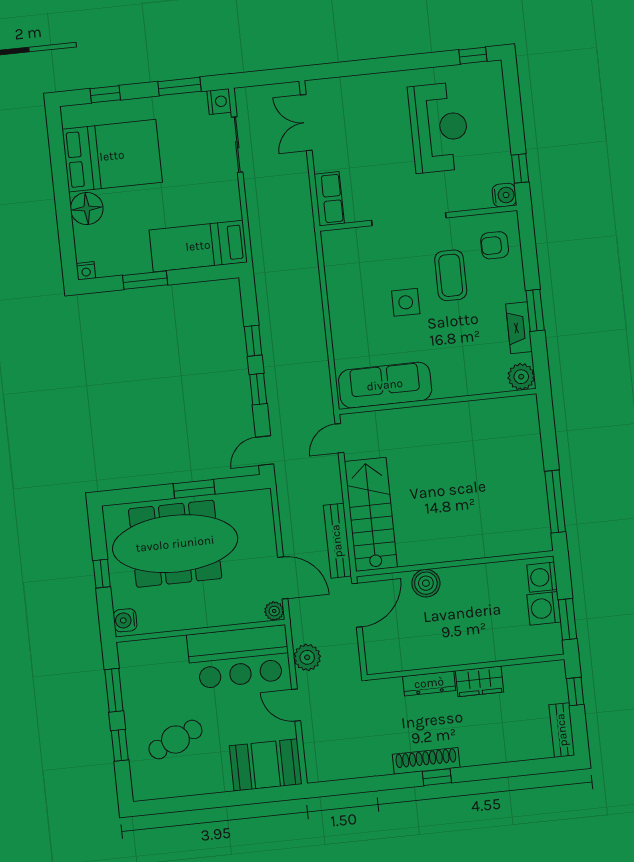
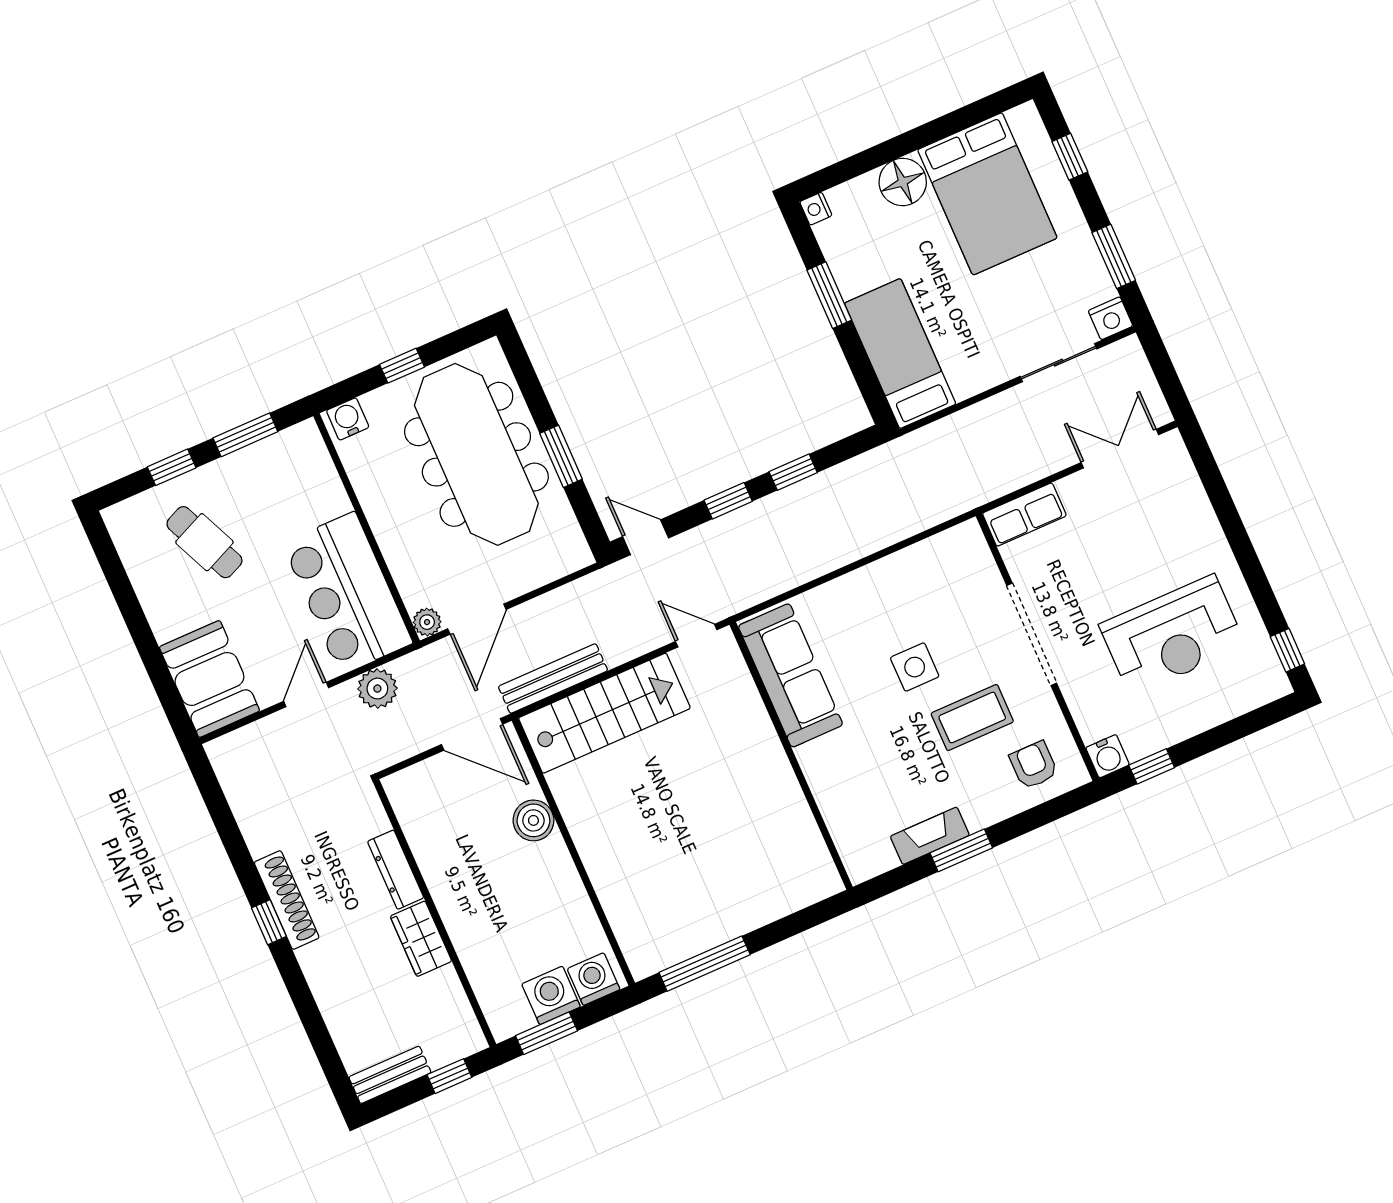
plant: (521, 377) -> (863, 861), removed

